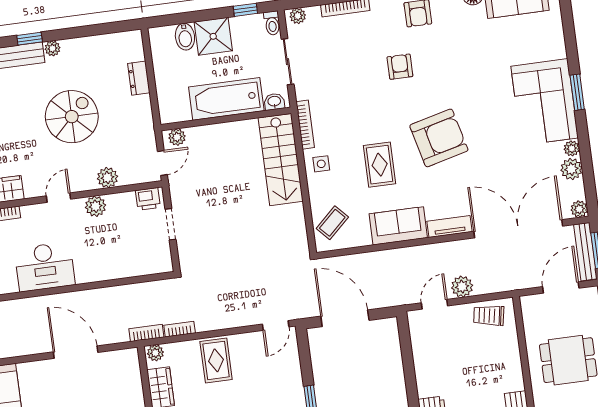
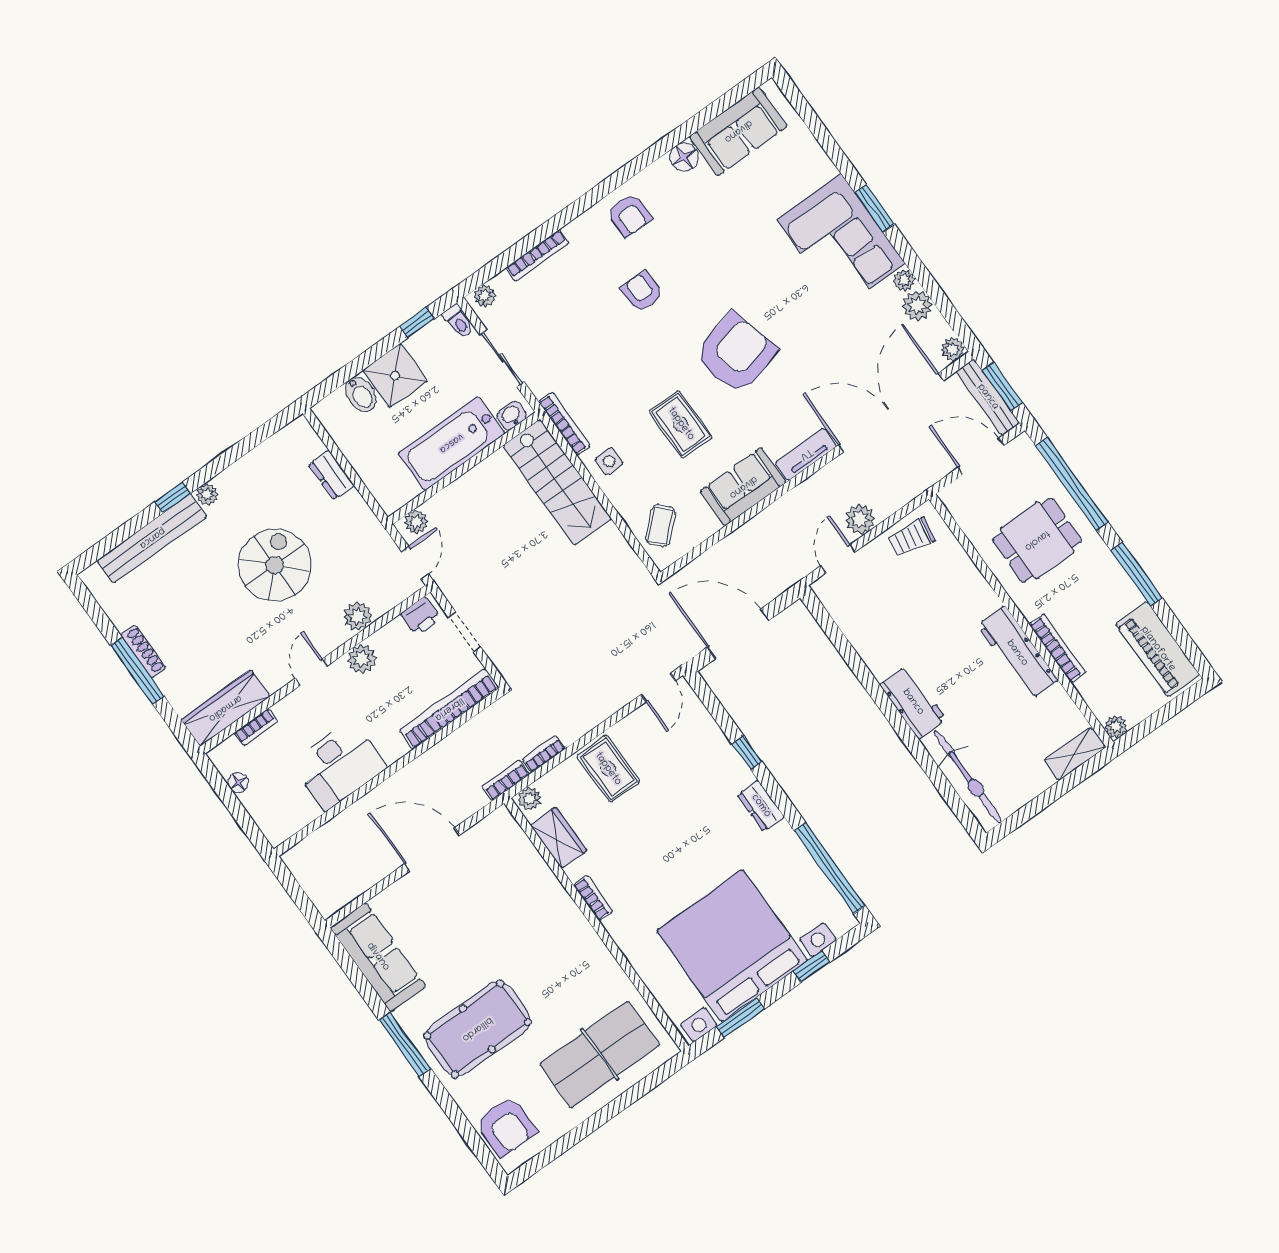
bookcase: (134, 268) -> (449, 709), added
door: (561, 287) -> (981, 456), hinge flipped

